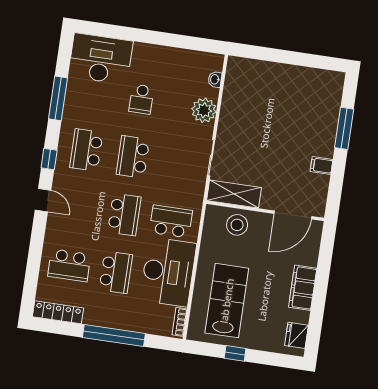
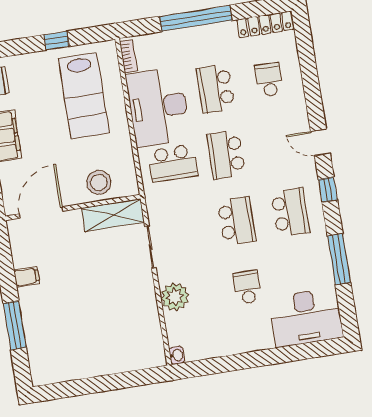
washbasin: (215, 79) -> (177, 355), moved
school desk: (69, 265) -> (269, 80), width x0.54

